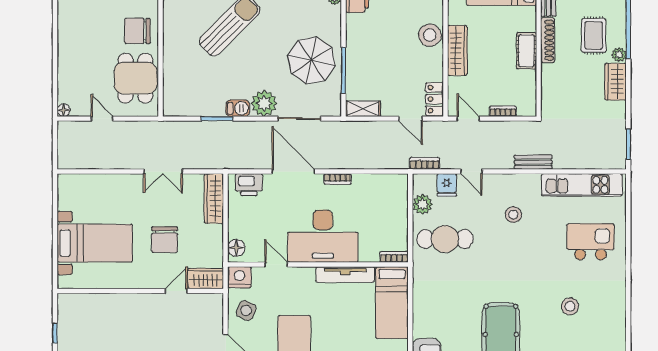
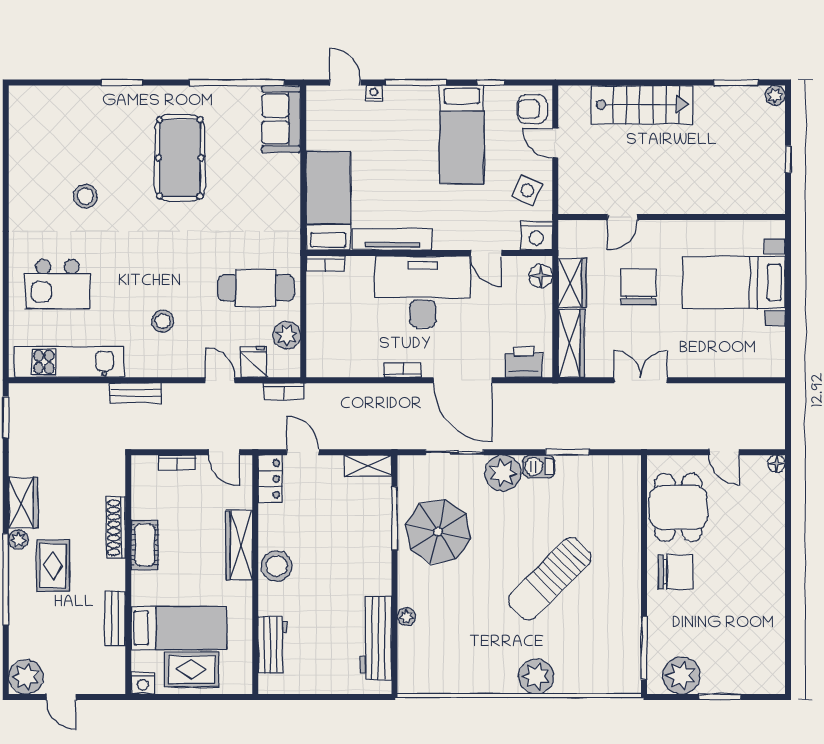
shoe rack: (548, 40) -> (116, 528), moved
wardrobe: (206, 279) -> (572, 283), moved, turned -90

